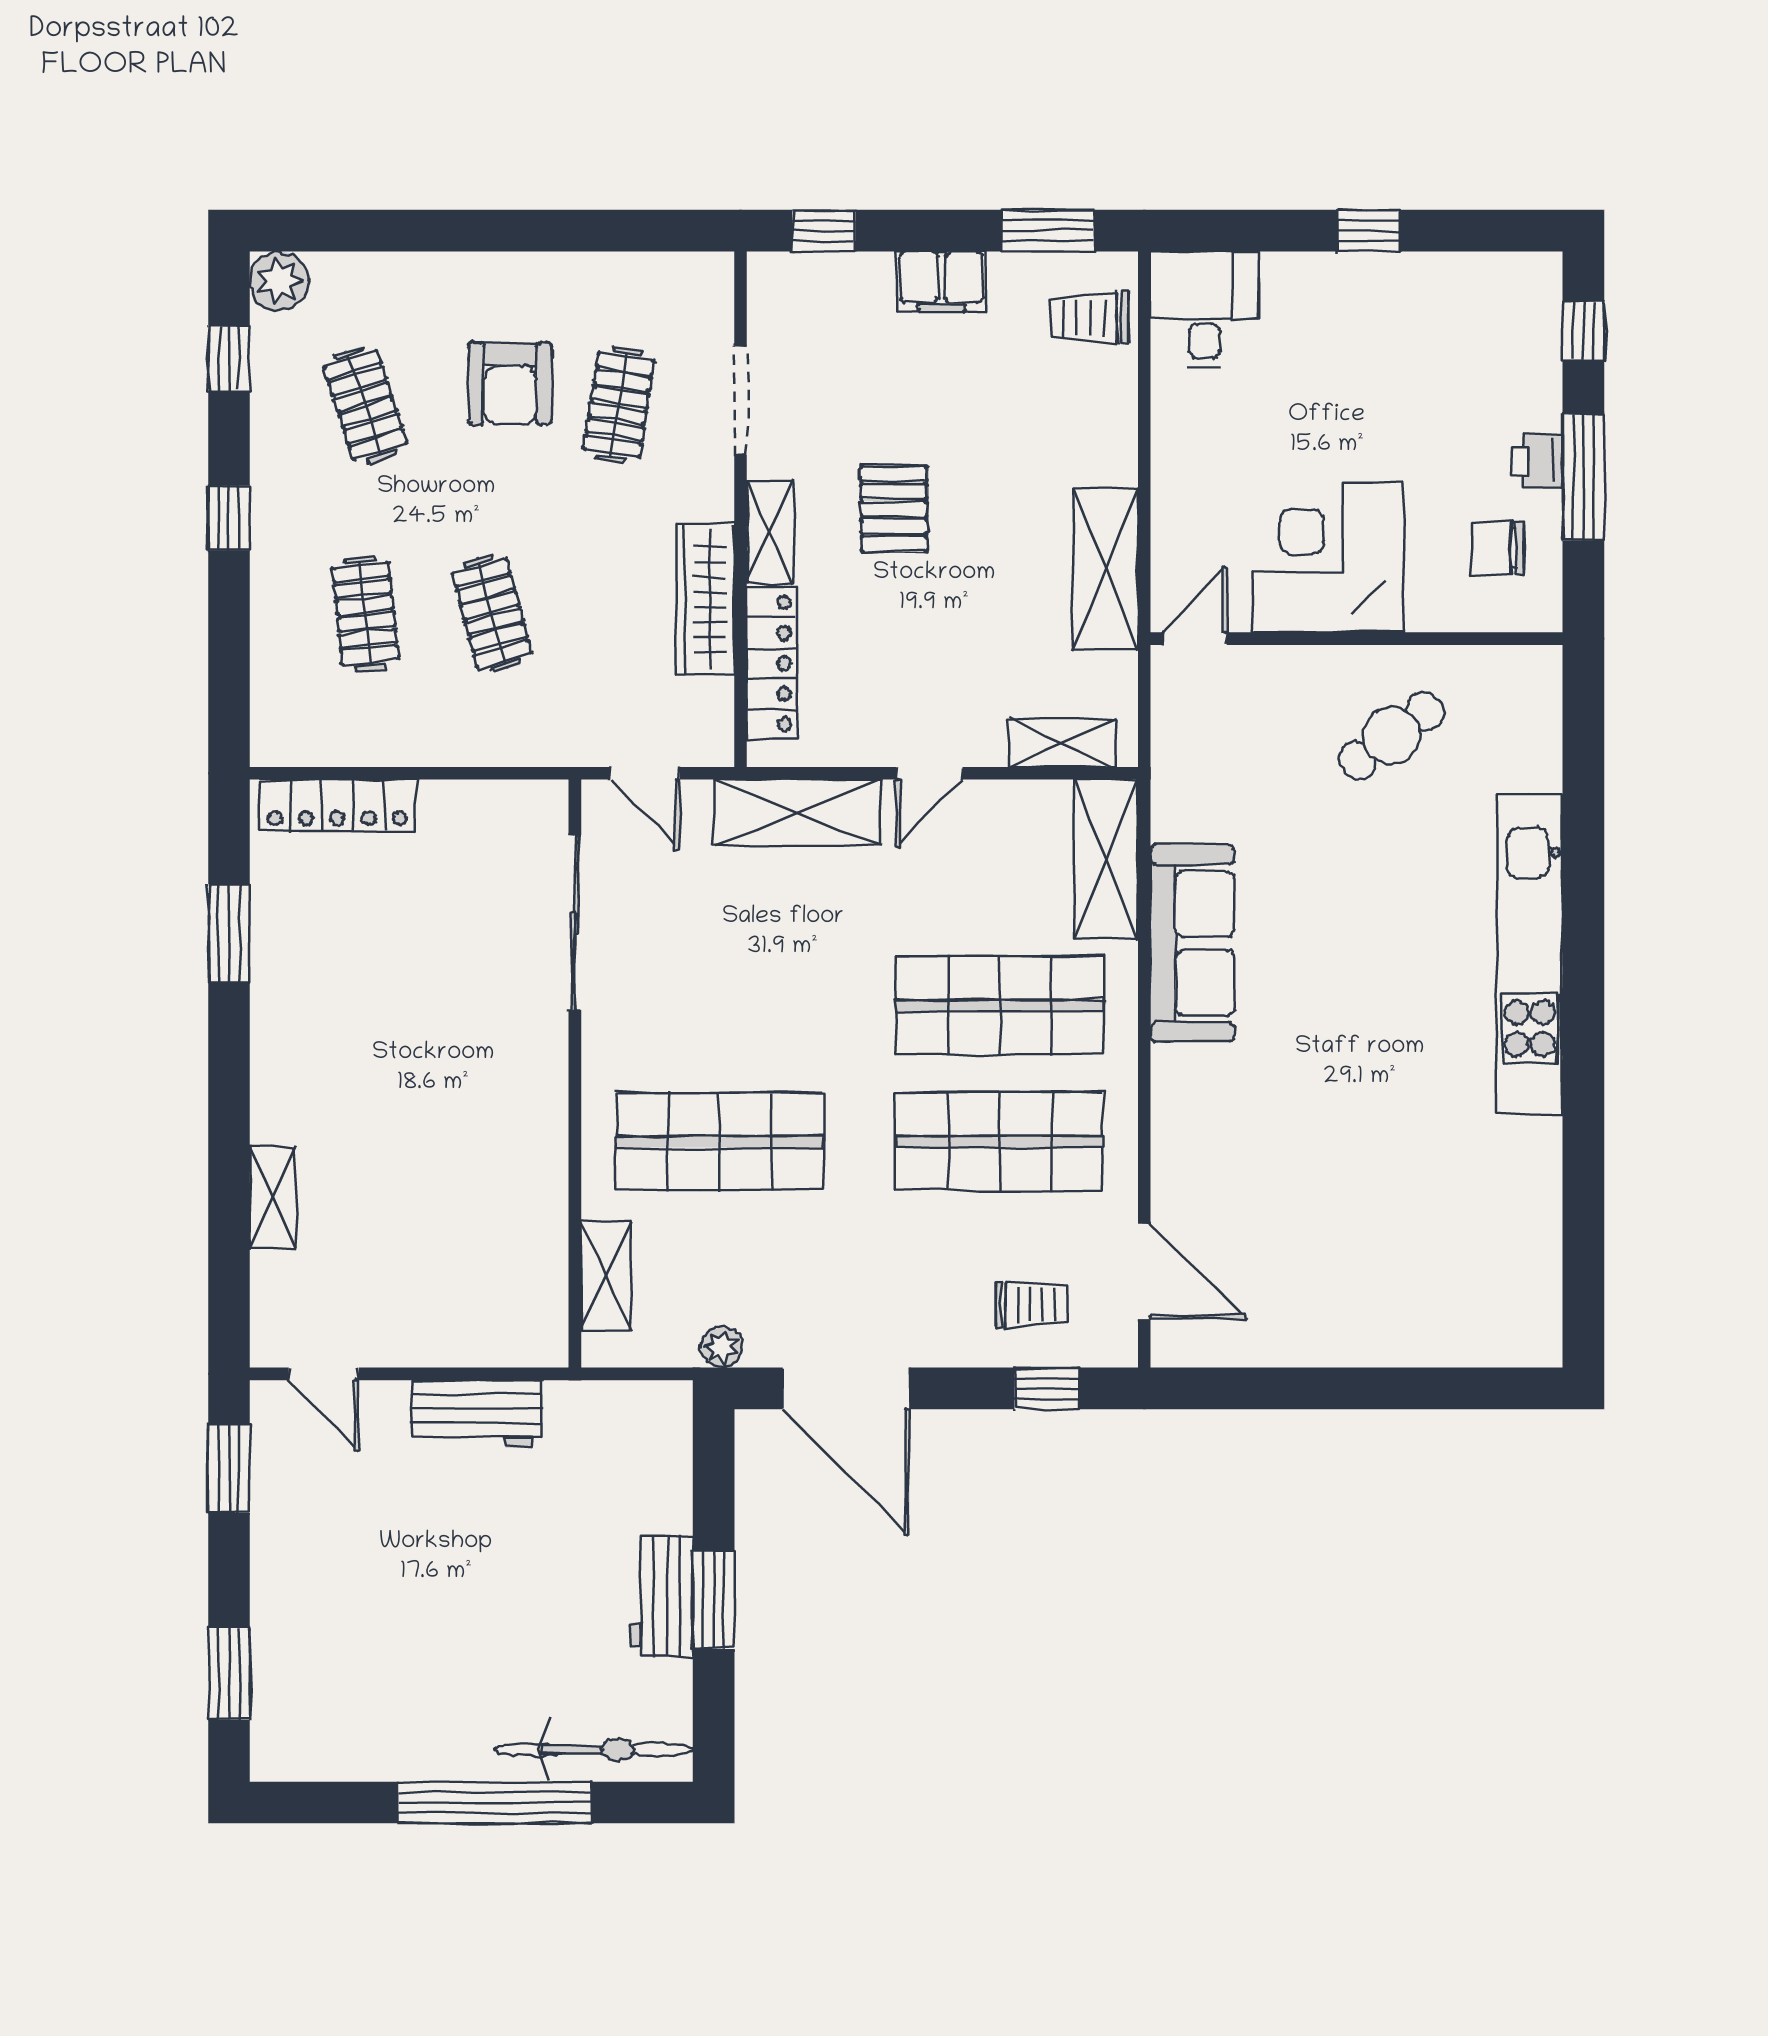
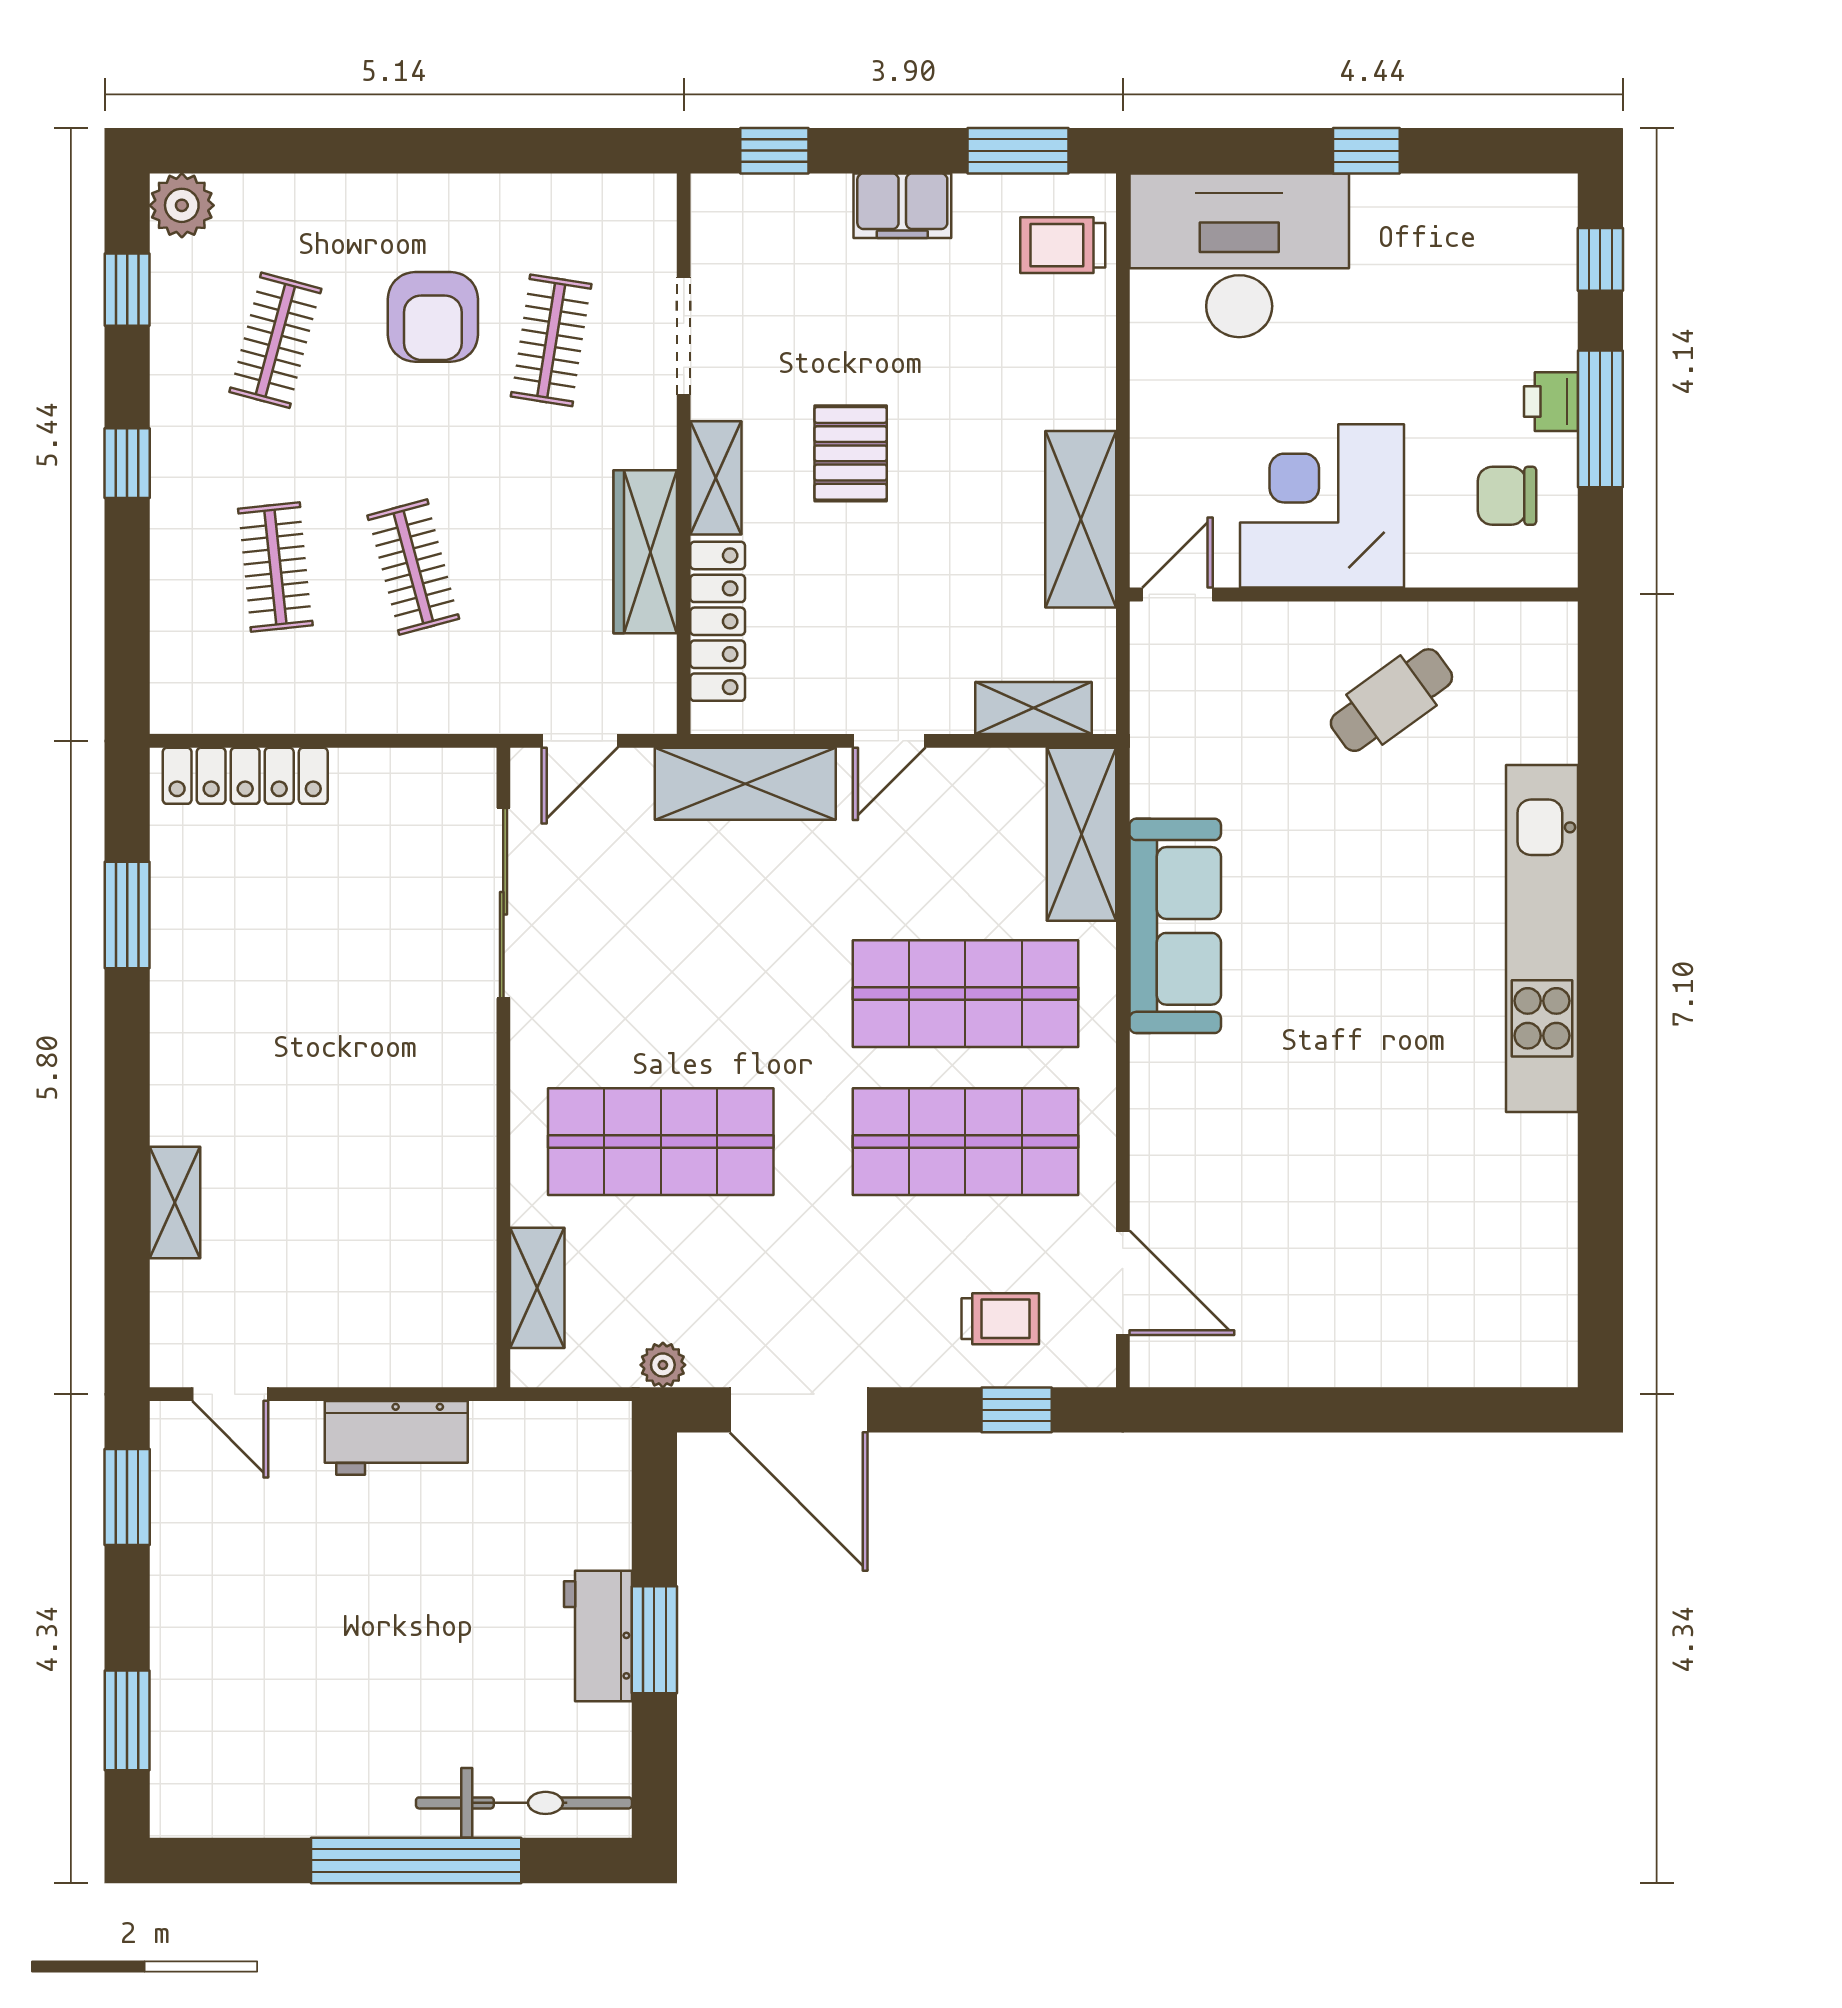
desk: (1204, 309) -> (1239, 255), width x1.87, depth x1.30
clothes rail: (365, 405) -> (275, 340), turned 33
door: (645, 773) -> (580, 741), hinge flipped

